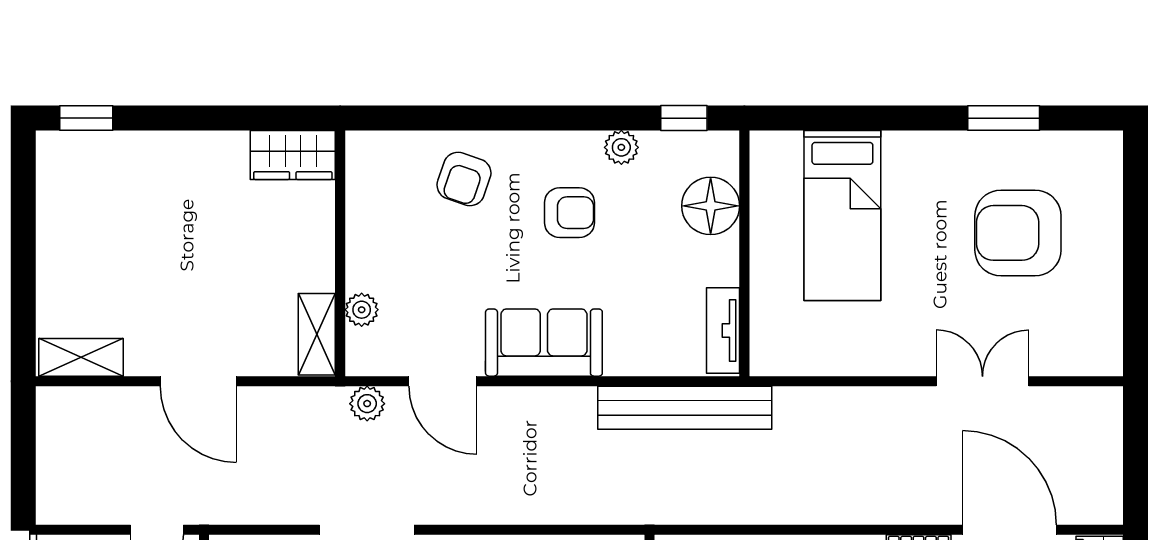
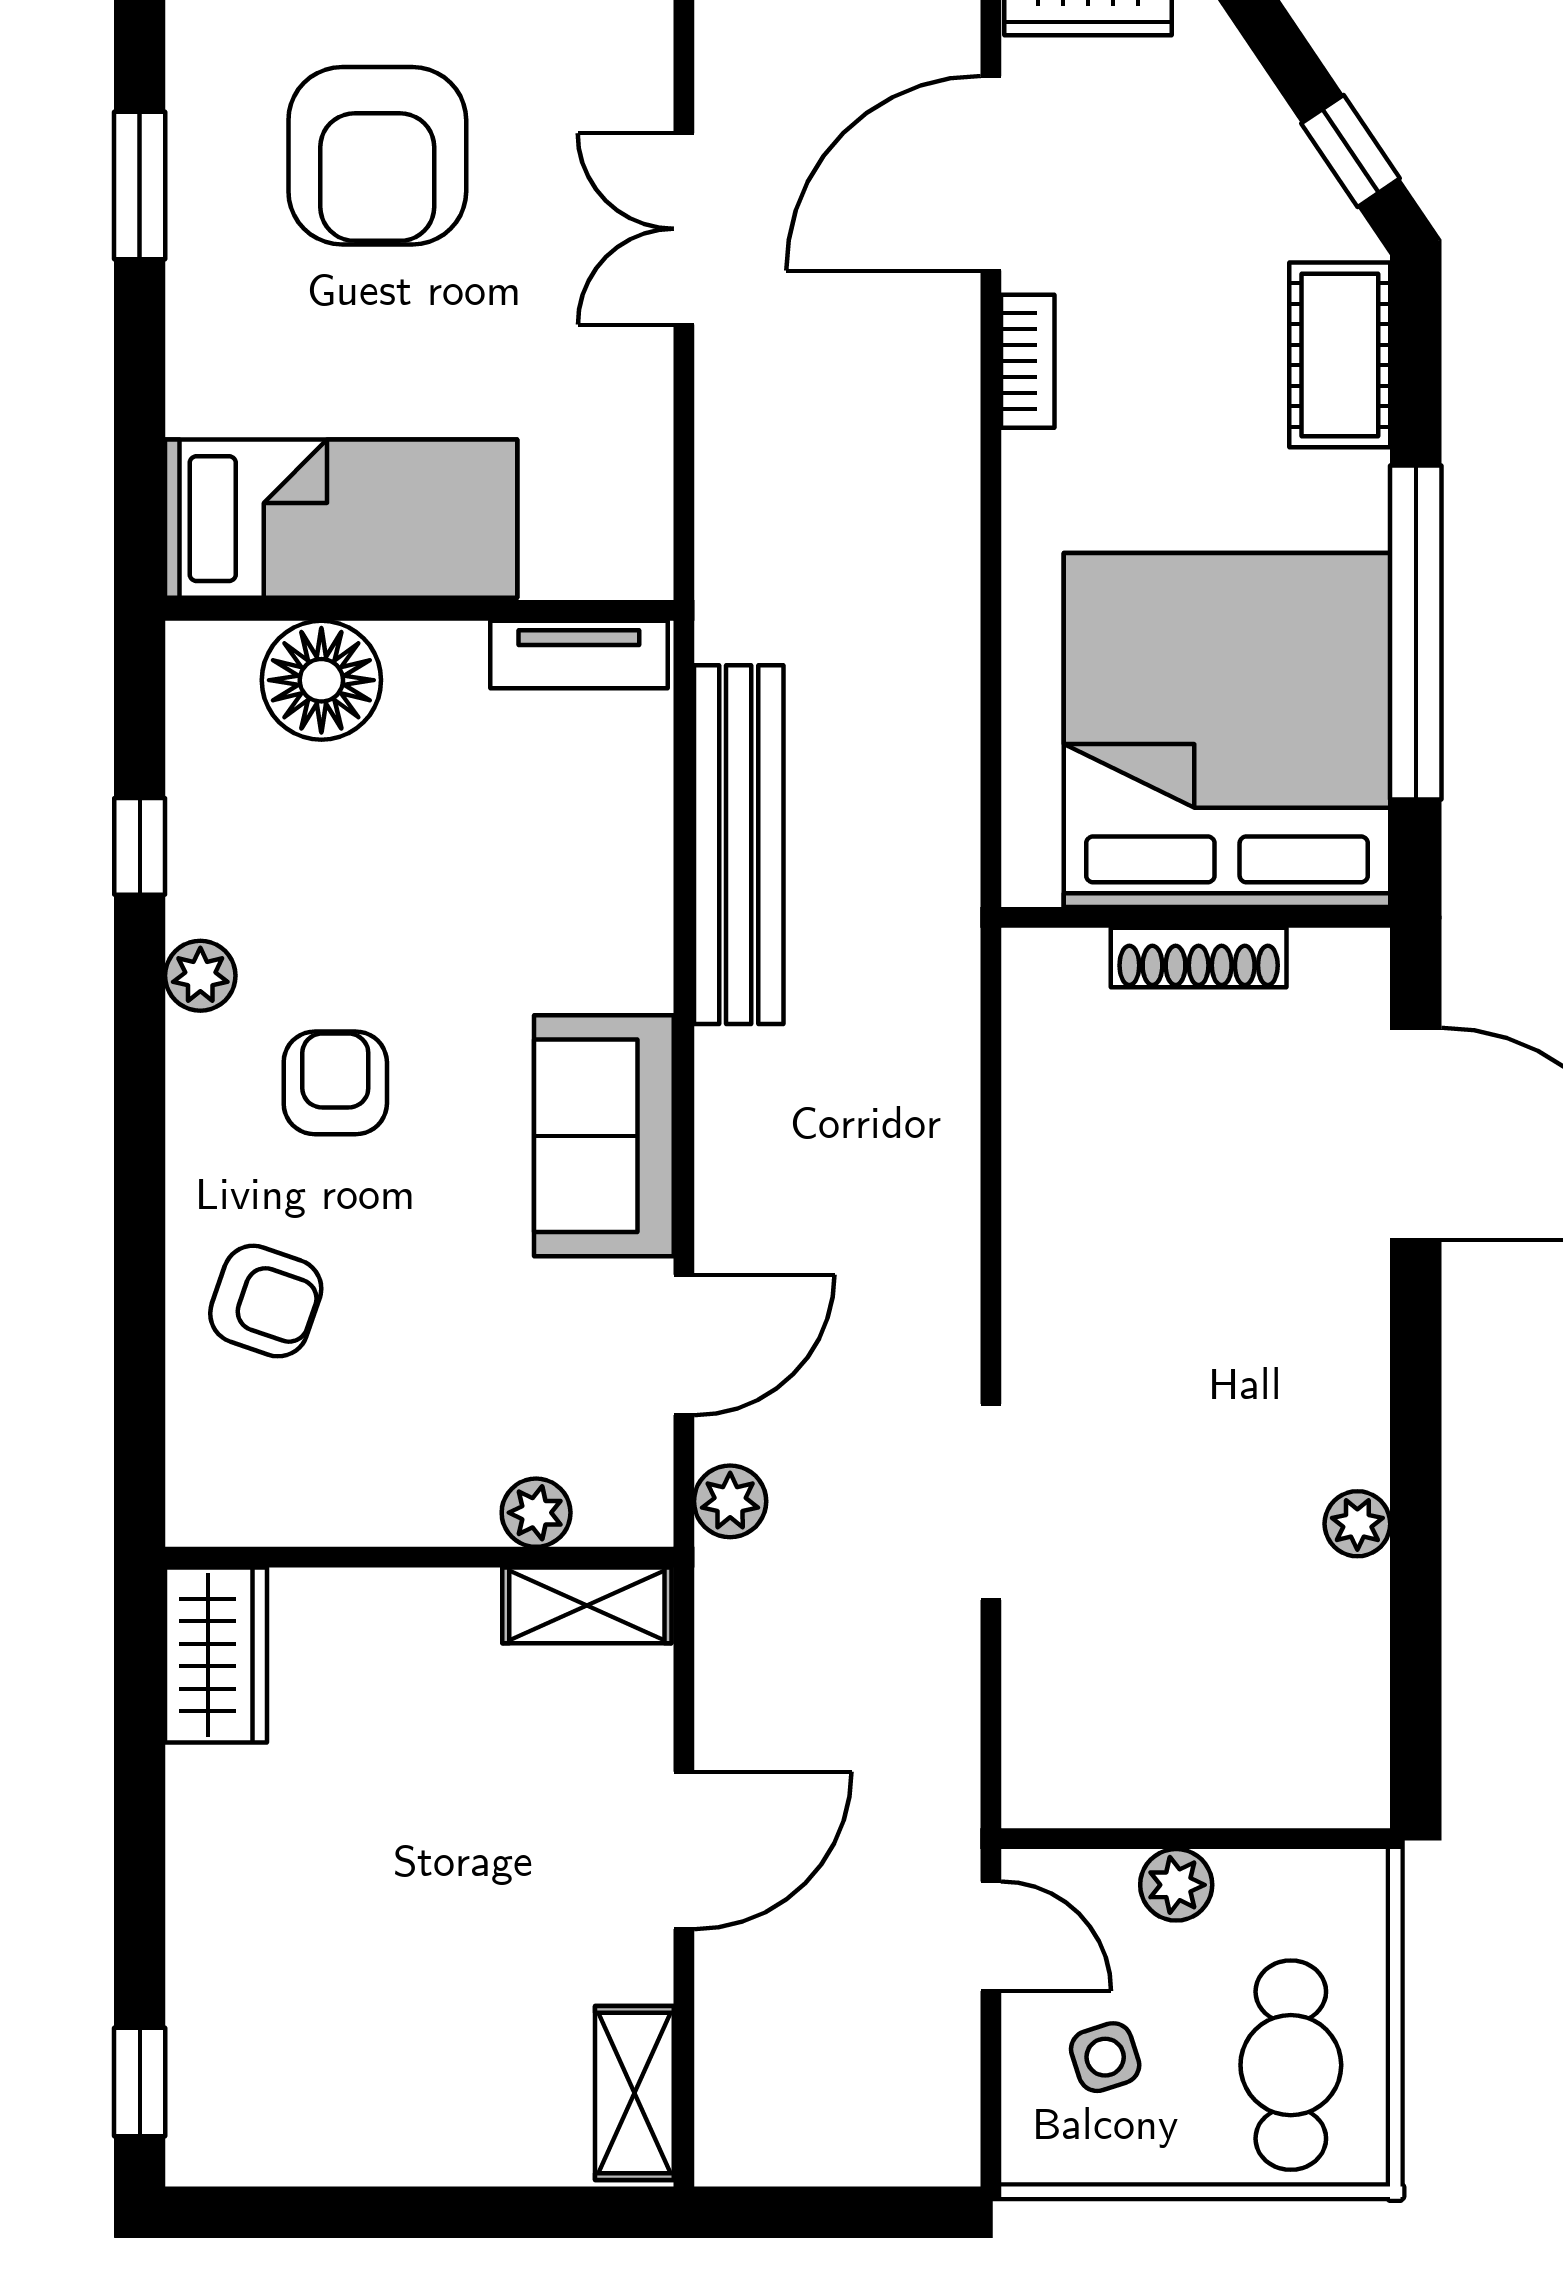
floor lamp: (711, 206) -> (321, 680), moved
wall: (744, 253) -> (419, 610), moved
tv unit: (723, 330) -> (579, 655), moved

